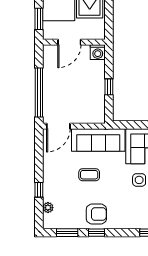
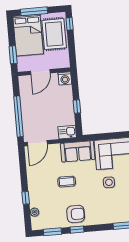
kitchen sink: (95, 116) -> (67, 132), added
sofa: (98, 140) -> (78, 151), width x0.73

